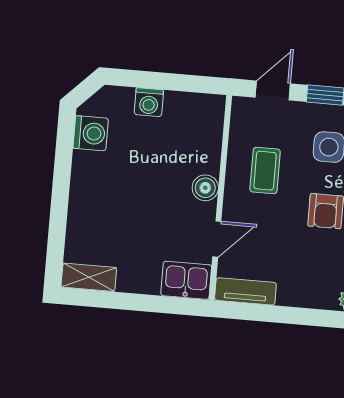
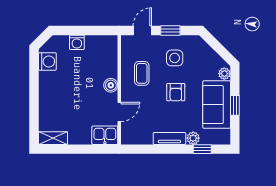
tv unit: (245, 291) -> (169, 138), moved

